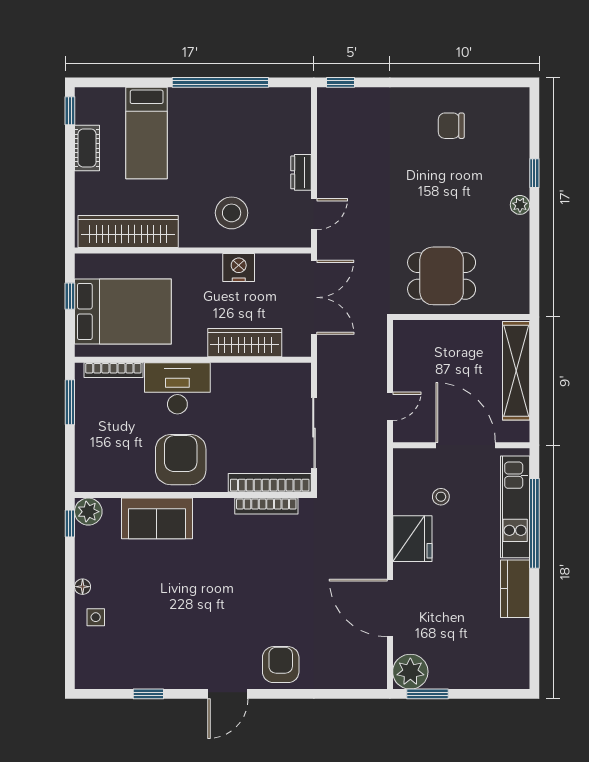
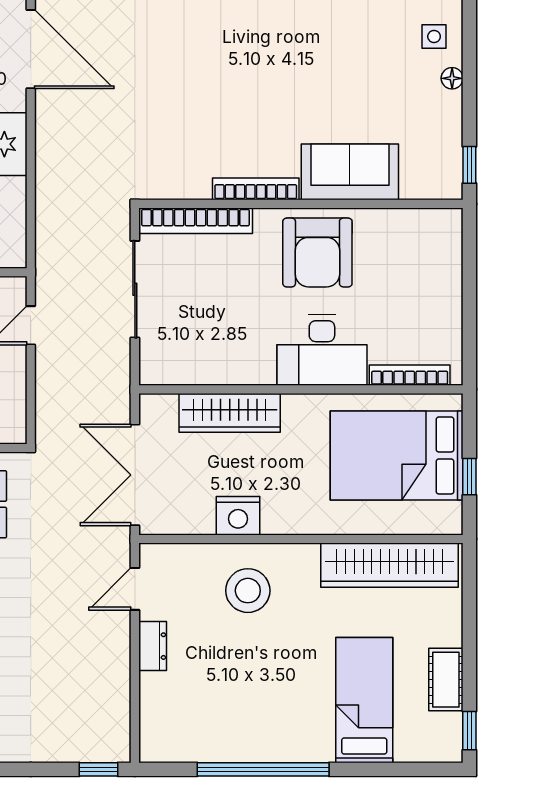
window: (70, 402) -> (469, 331), removed
bookcase: (266, 506) -> (256, 189), moved
plant: (88, 512) -> (444, 181), removed

